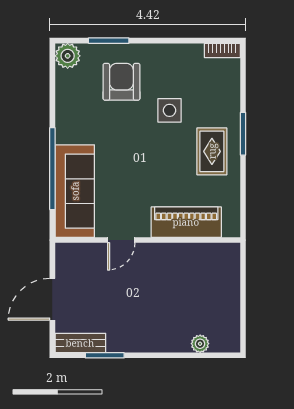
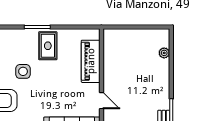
rug: (212, 151) -> (48, 46), turned 90

